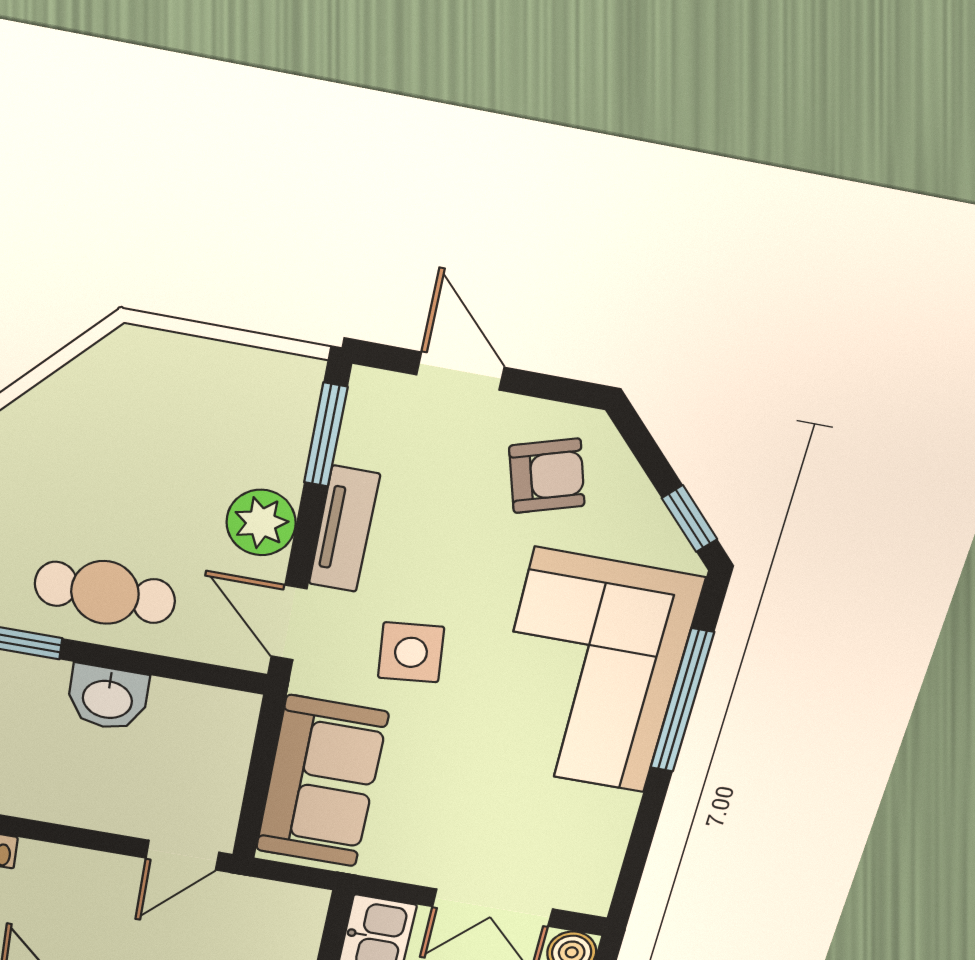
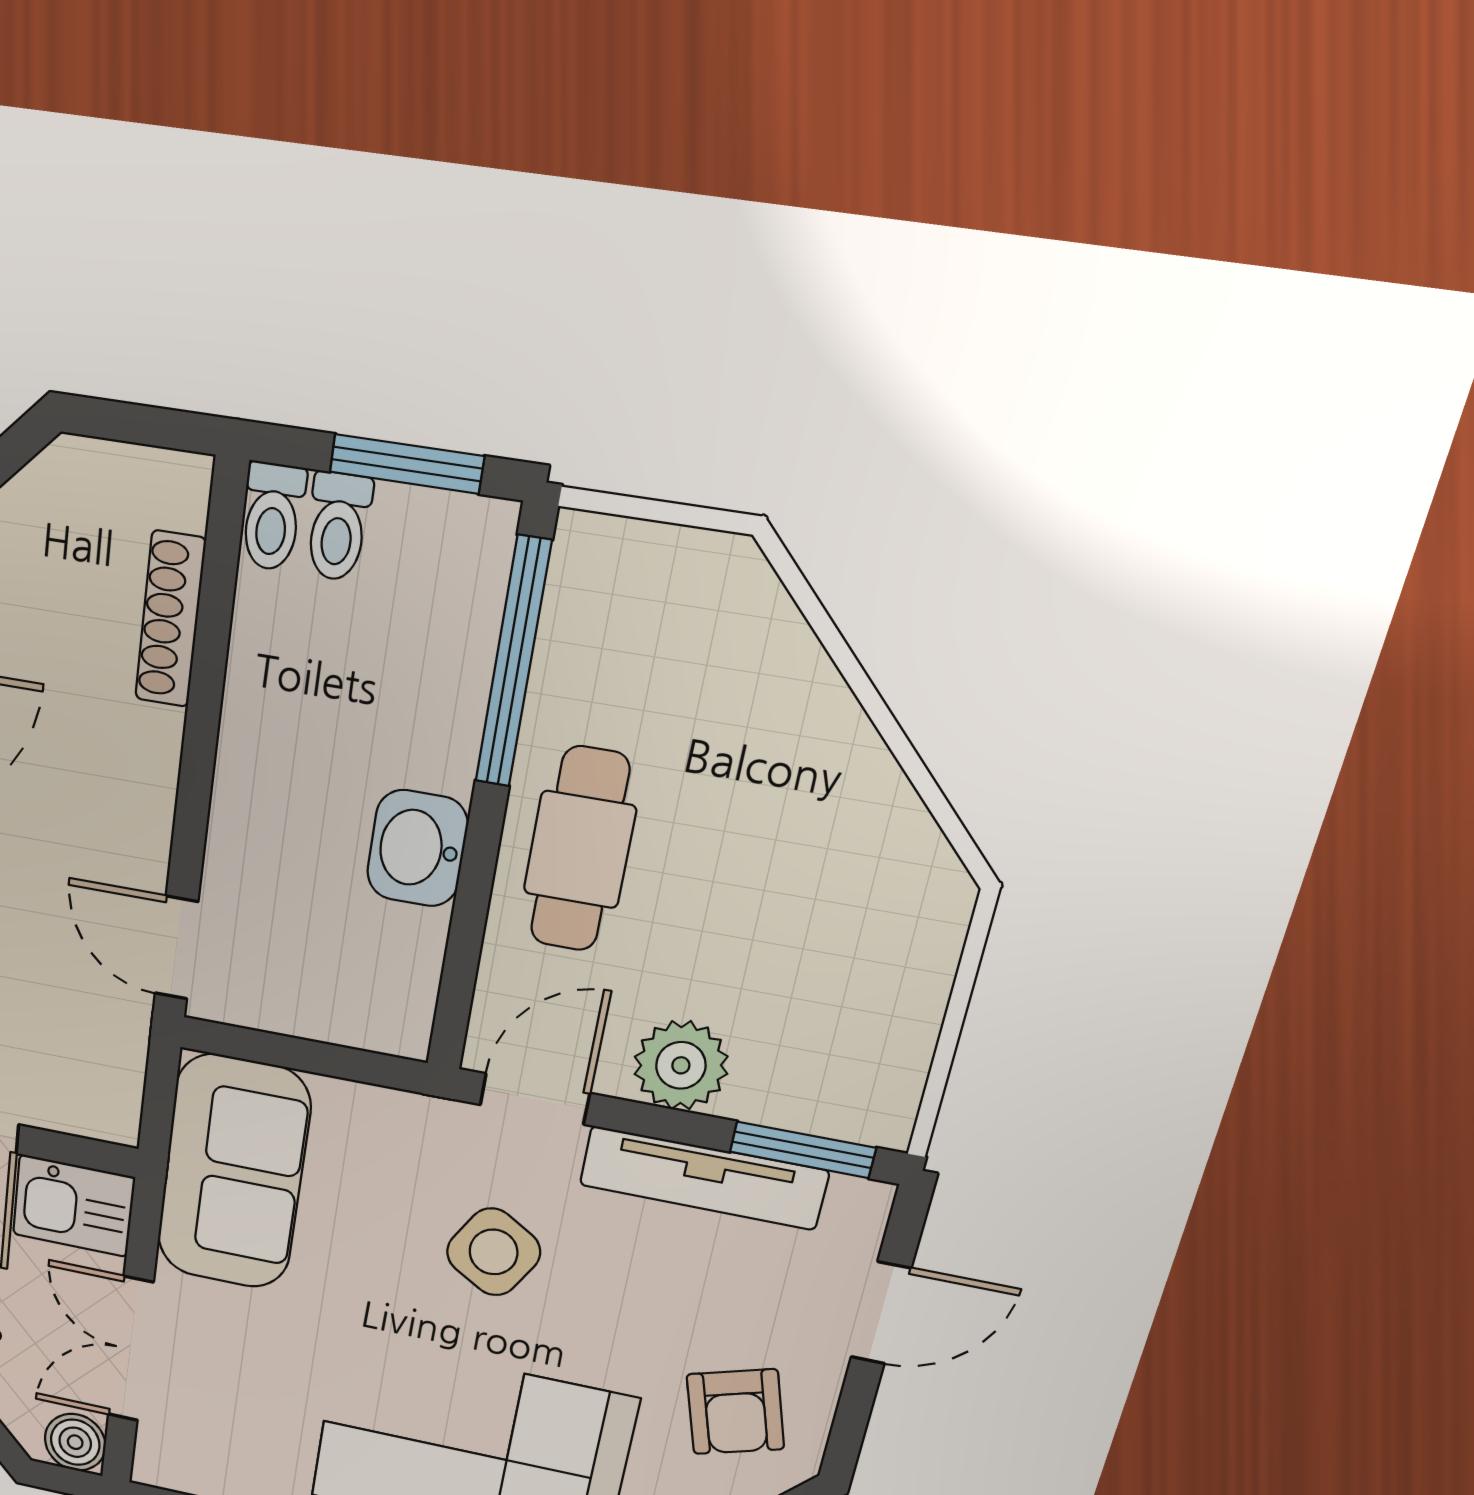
tv unit: (344, 529) -> (703, 1178), width x1.41
side table: (411, 652) -> (494, 1252), turned 37
sofa: (322, 782) -> (233, 1172), moved, turned -90

